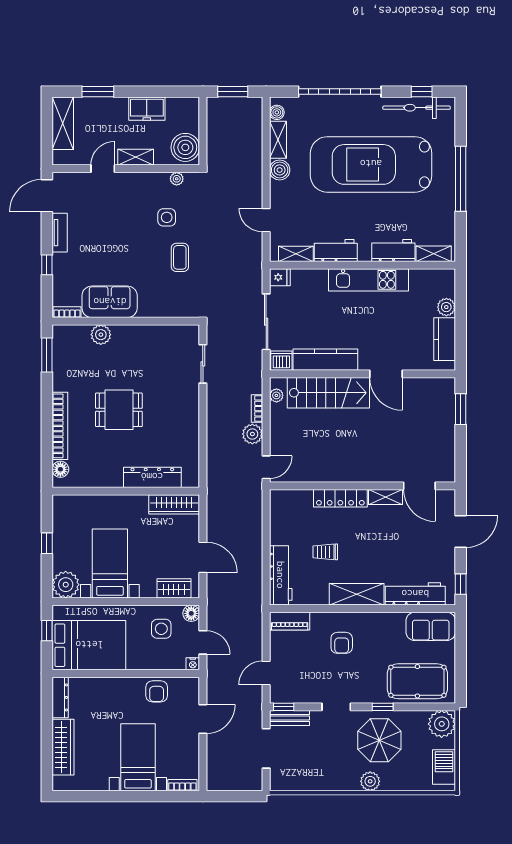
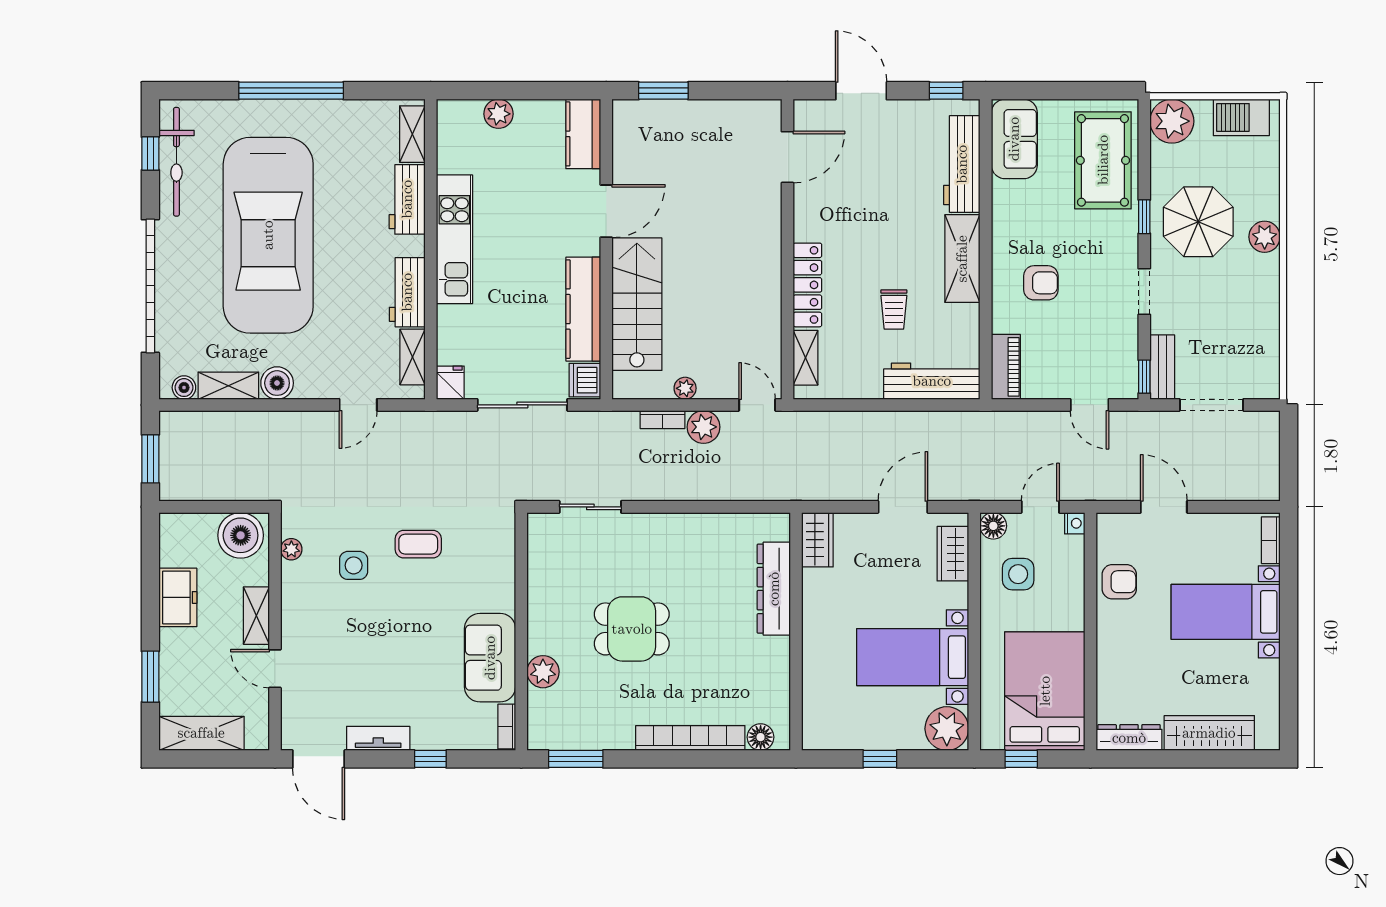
kitchen counter: (445, 339) -> (583, 134), moved, turned 90
plant: (276, 395) -> (685, 388), moved
dining table: (119, 410) -> (632, 629), moved, turned 90
shelving: (385, 497) -> (805, 358), moved
wardrobe: (174, 504) -> (817, 540), width x0.67

